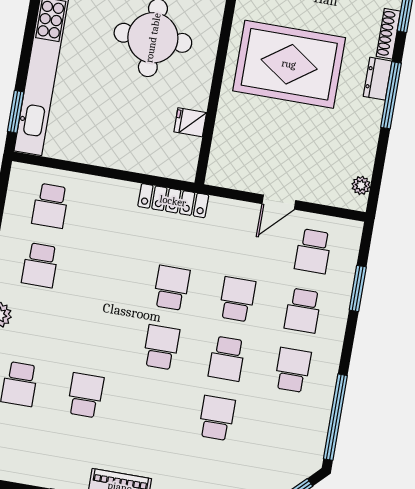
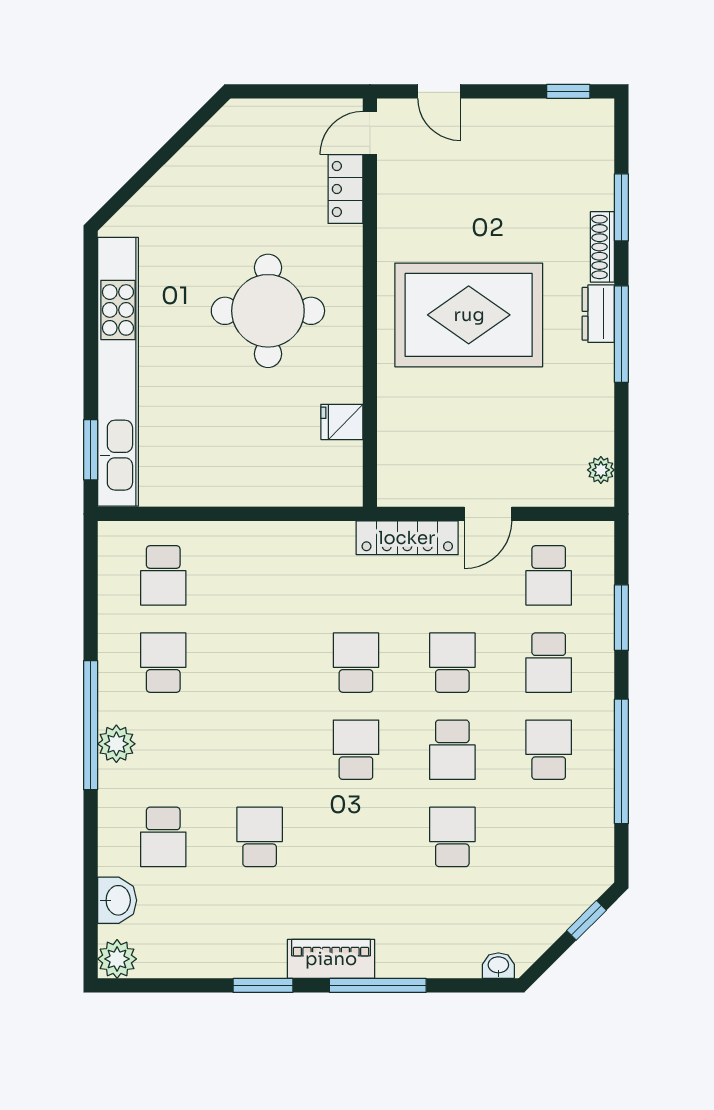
locker: (173, 201) -> (407, 538), moved
school desk: (40, 265) -> (163, 663), turned 180
window: (335, 417) -> (621, 761), moved

